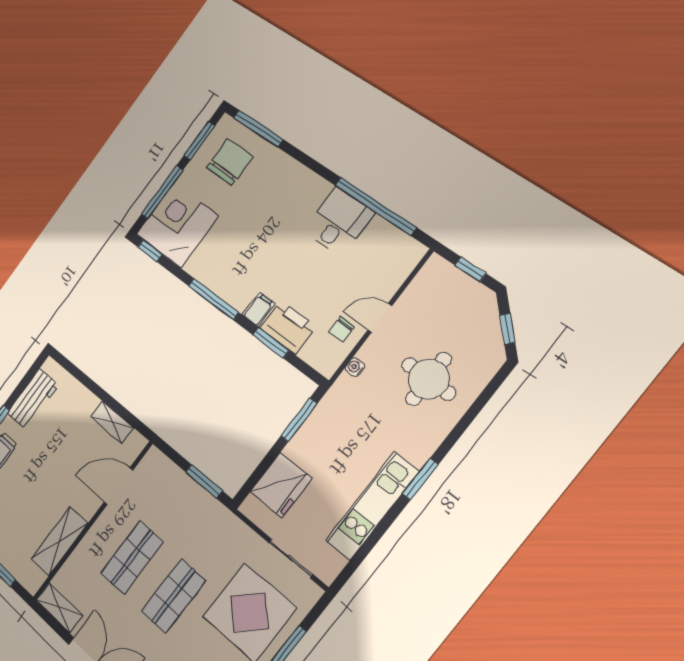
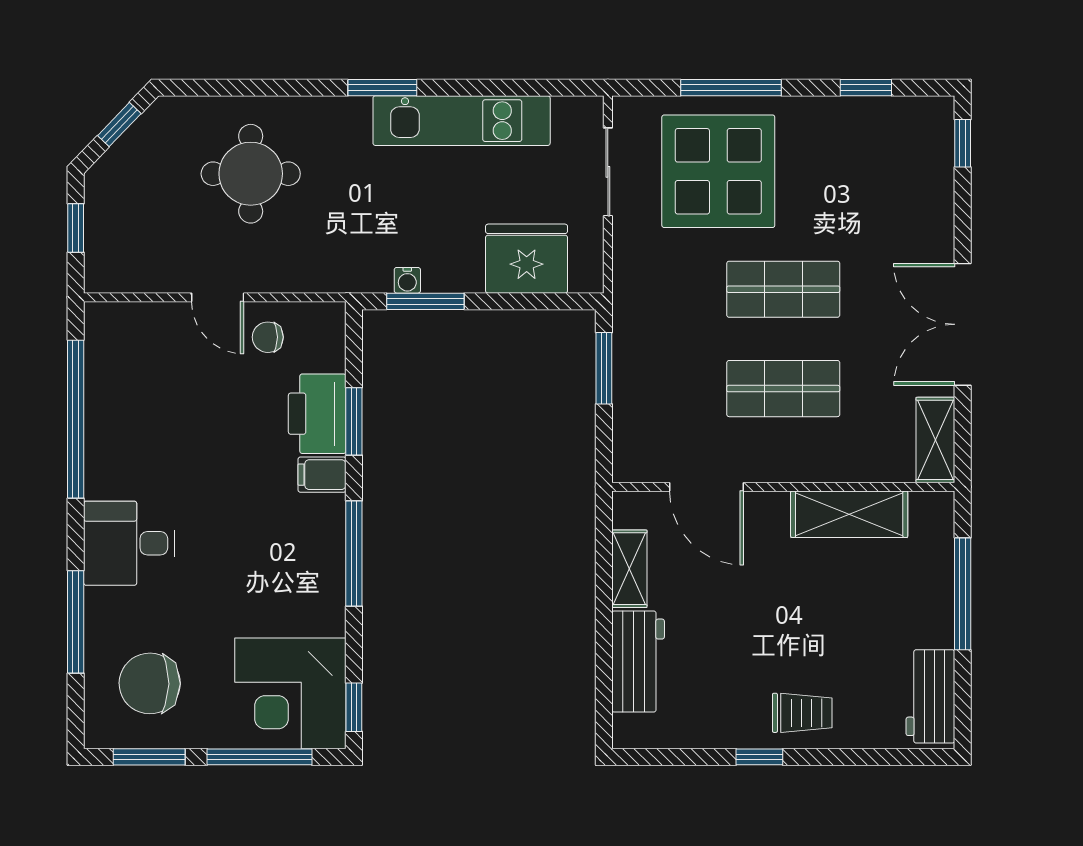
window: (258, 129) -> (76, 622), moved
desk: (339, 222) -> (129, 543), moved
chair: (342, 329) -> (268, 337), turned 180
water cooler: (355, 367) -> (407, 280), moved
workbench: (33, 399) -> (638, 662), moved, turned 90

